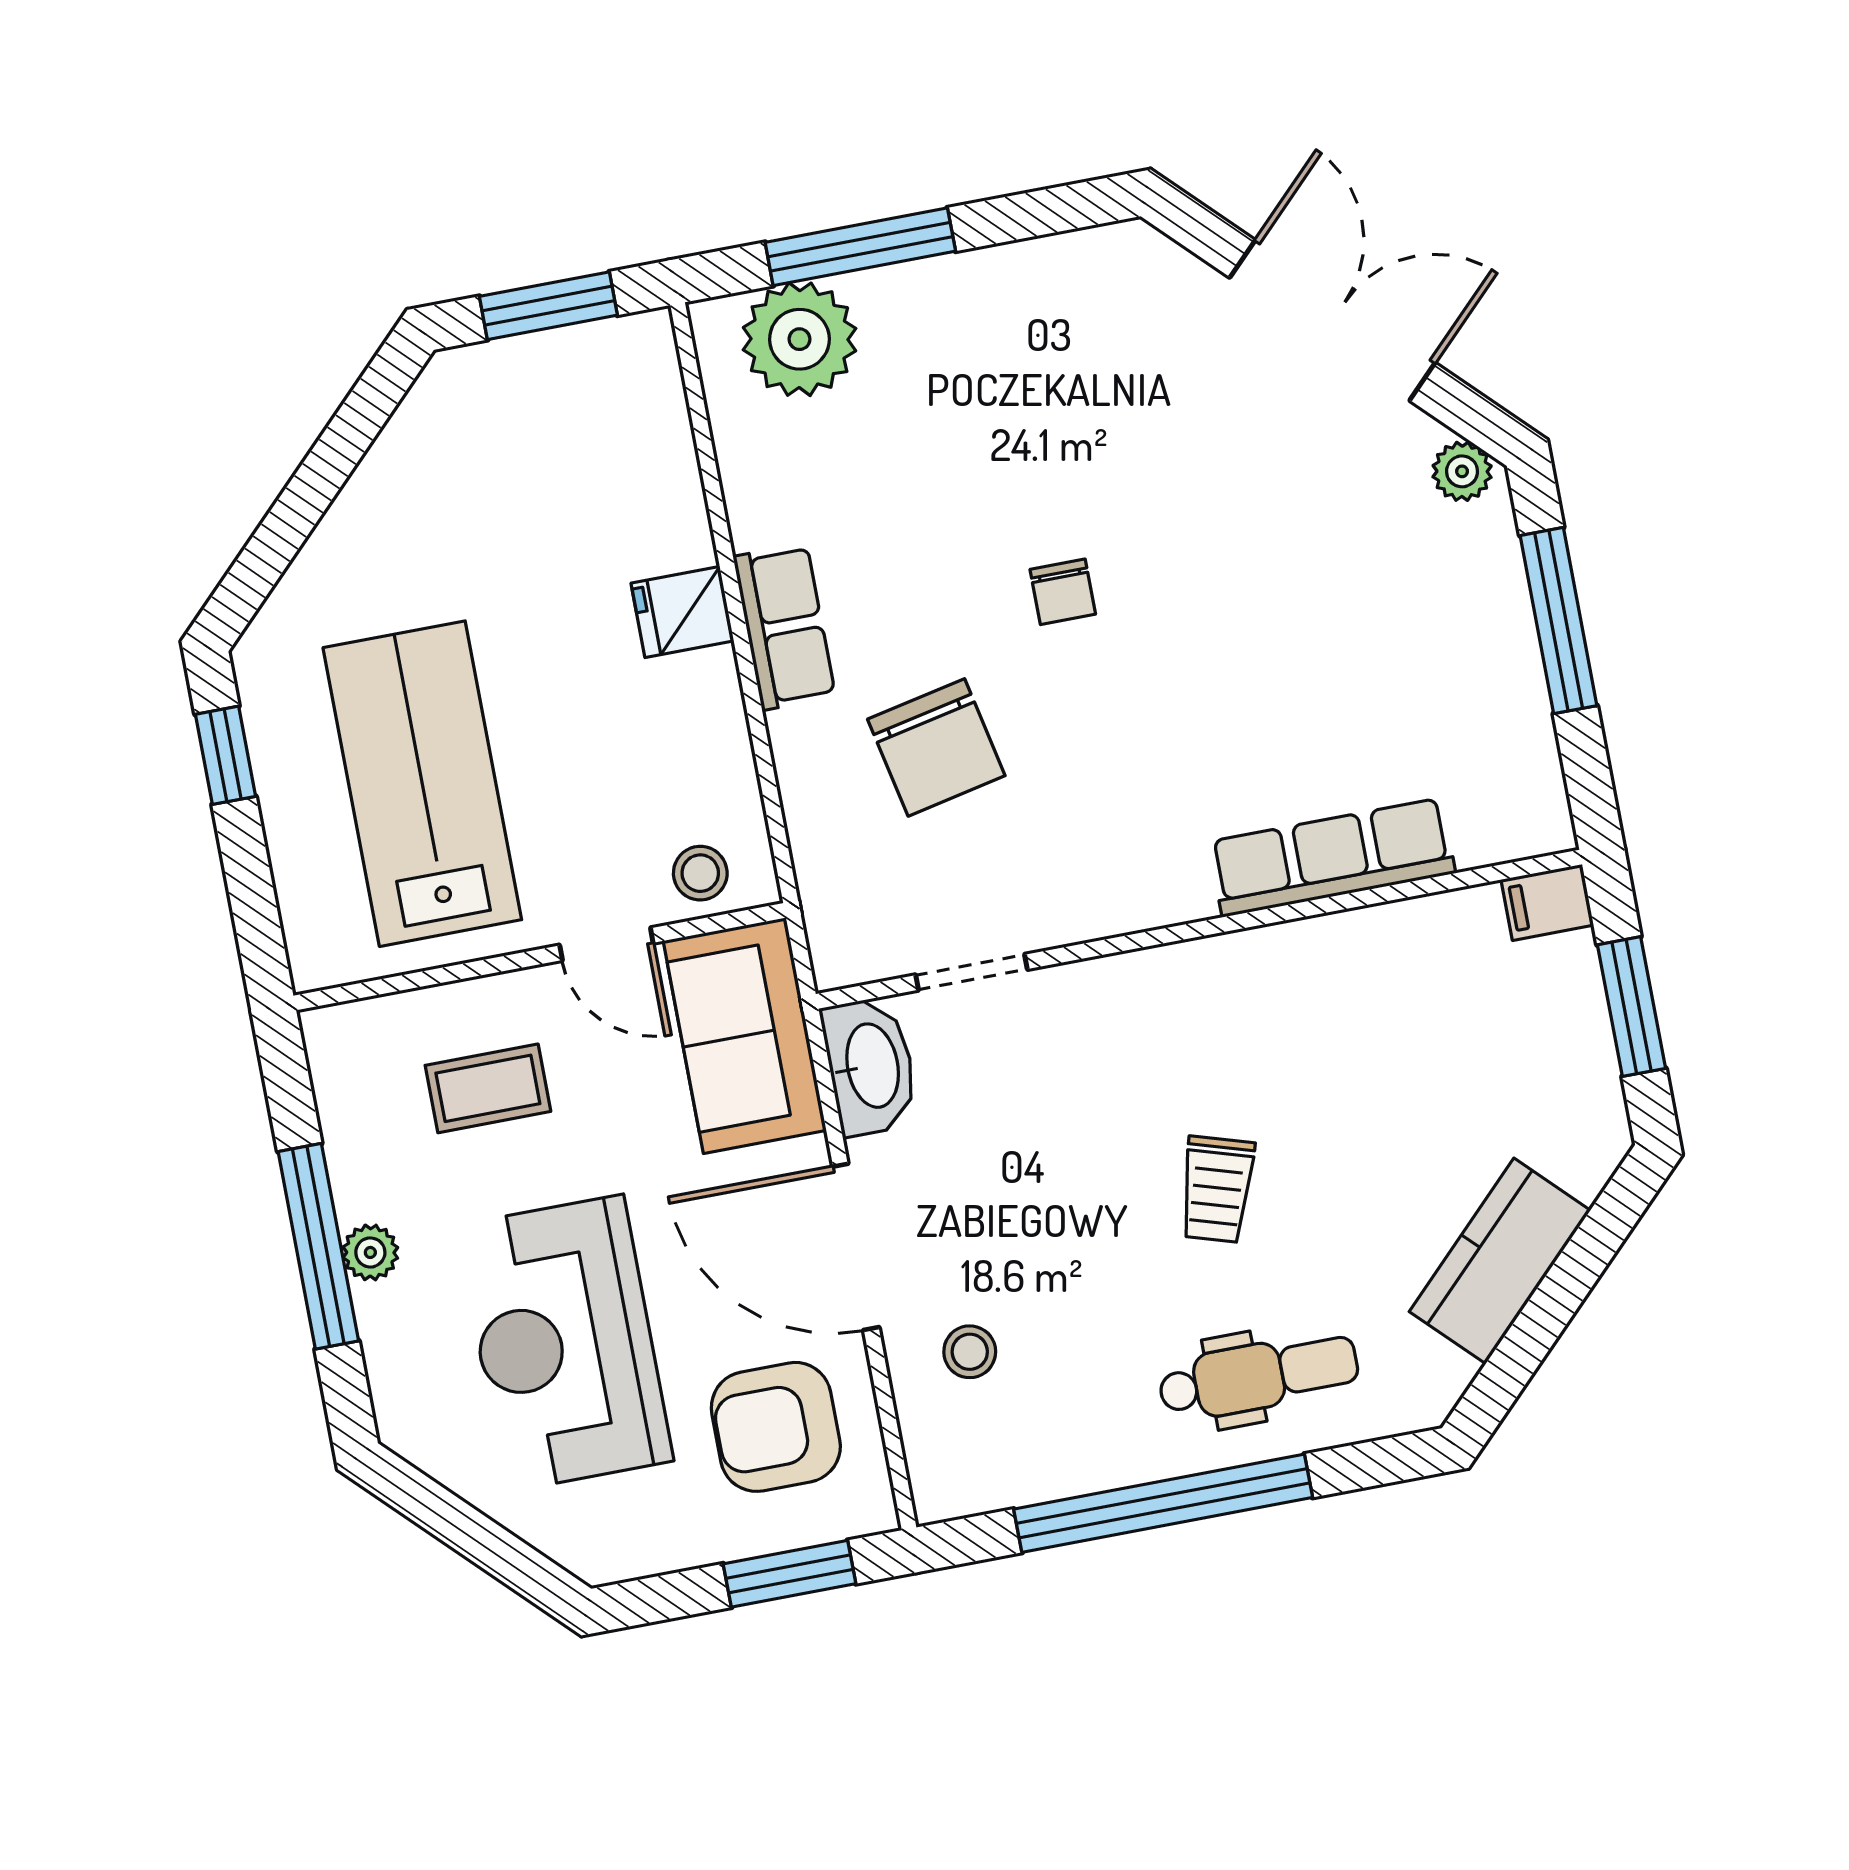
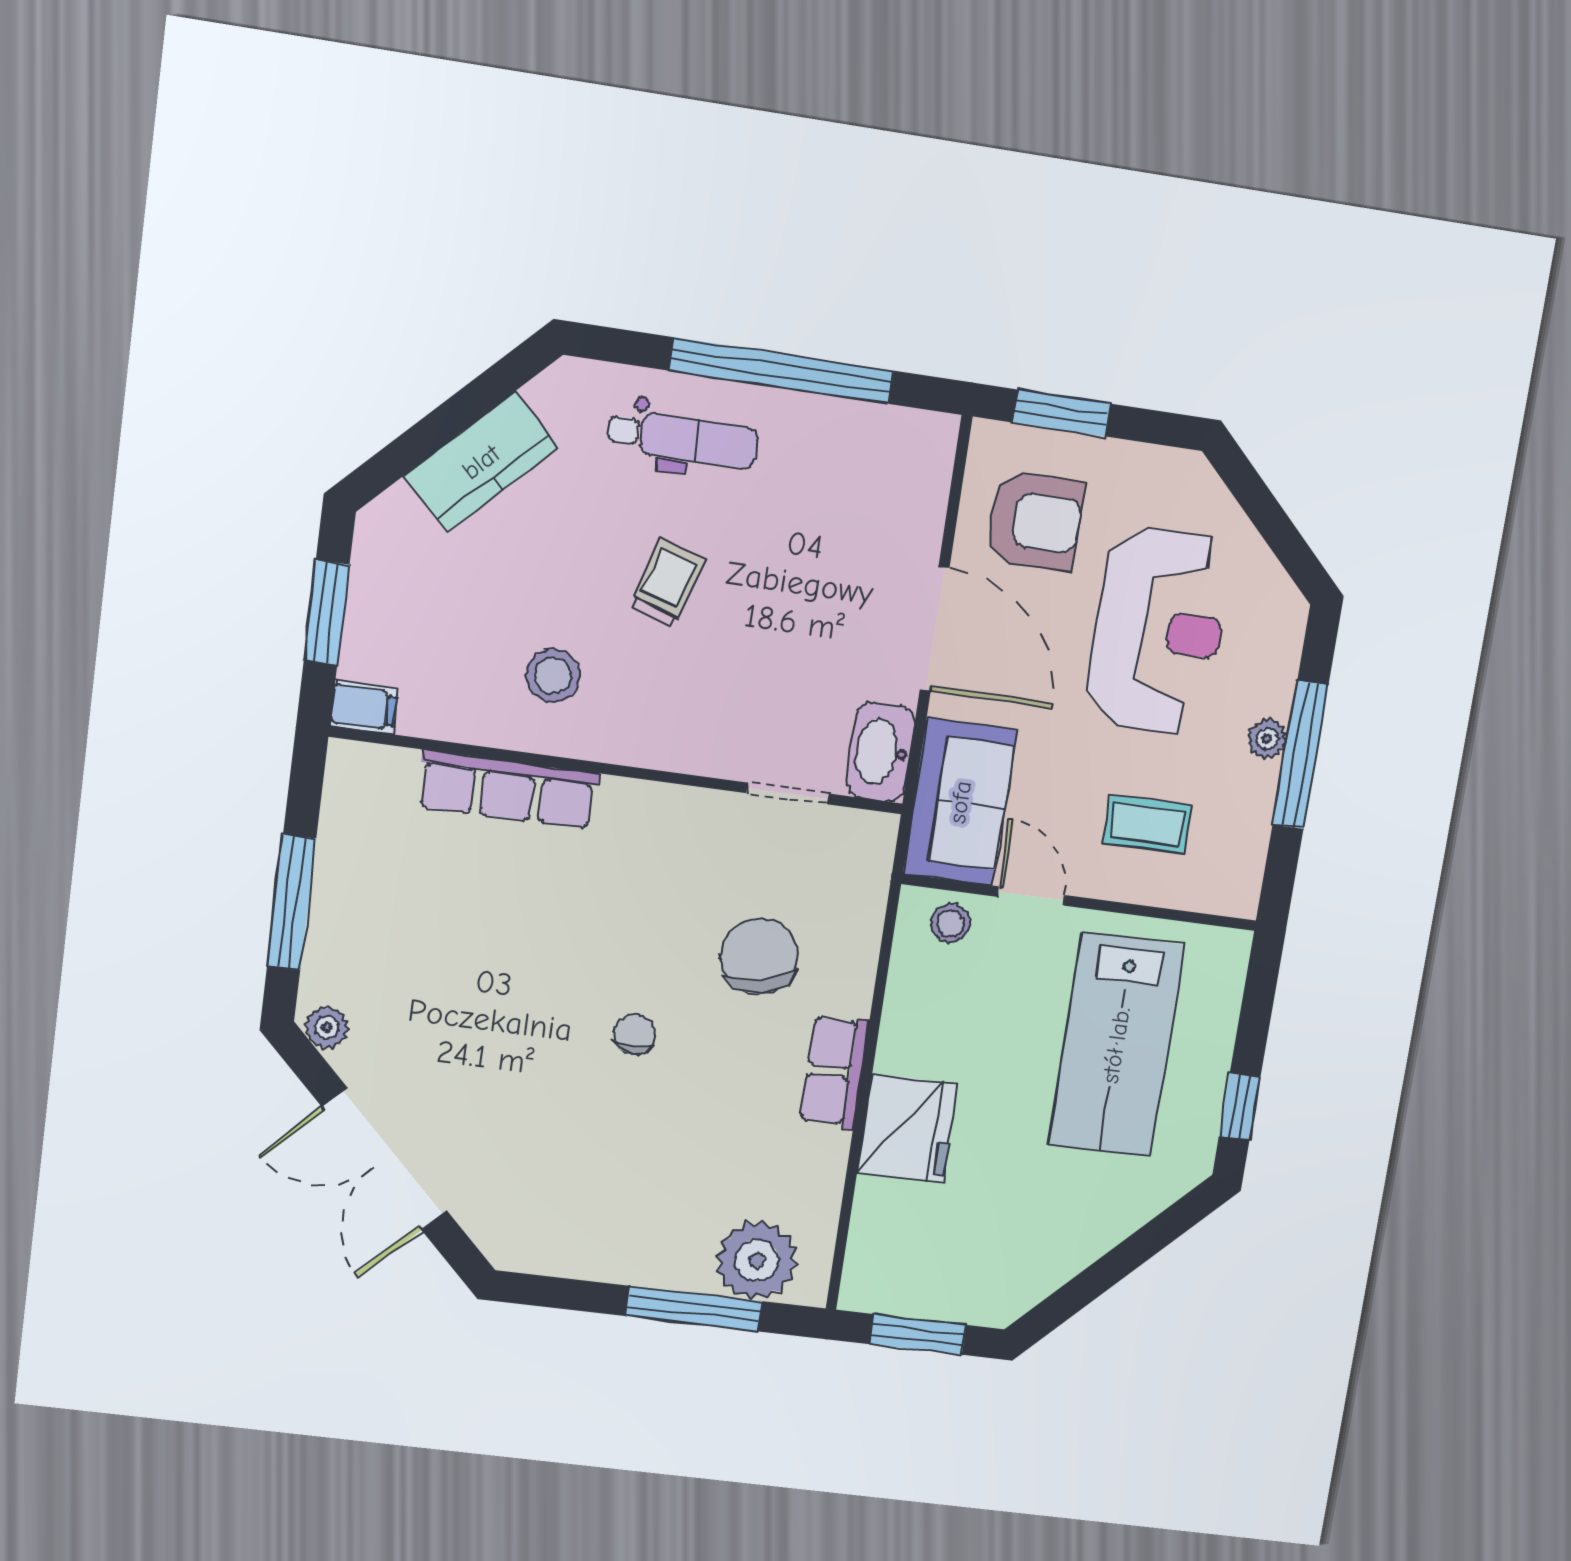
fridge: (682, 612) -> (907, 1128), width x1.88, depth x1.34
stool: (970, 1352) -> (553, 676), moved, width x1.37, depth x1.37
dental chair: (1259, 1376) -> (683, 439), turned 180

